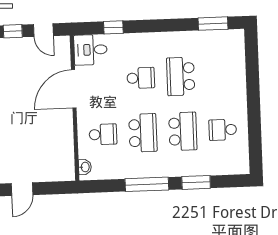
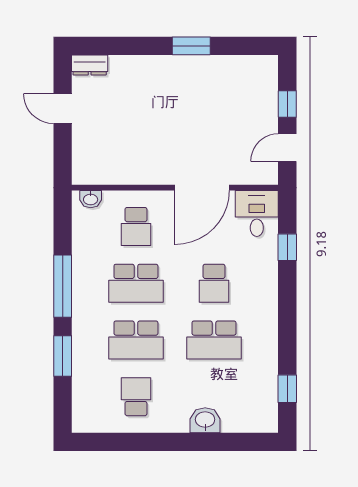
window: (213, 24) -> (287, 389), width x0.67
school desk: (181, 76) -> (214, 340), turned 180
washbasin: (237, 81) -> (205, 420), added
door: (74, 89) -> (202, 188), swing flipped

